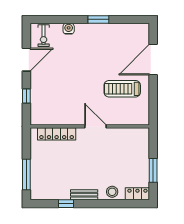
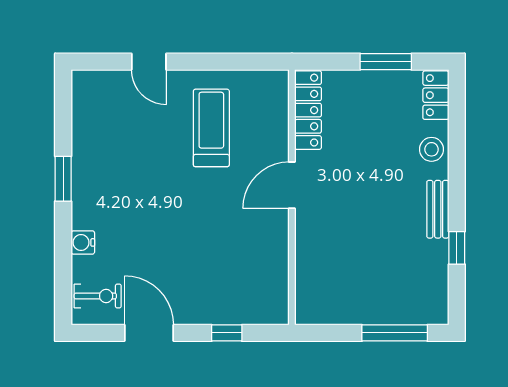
door: (153, 60) -> (149, 62), width x0.53
treadmill: (122, 89) -> (211, 128), turned 180
locker: (57, 134) -> (308, 110), moved

